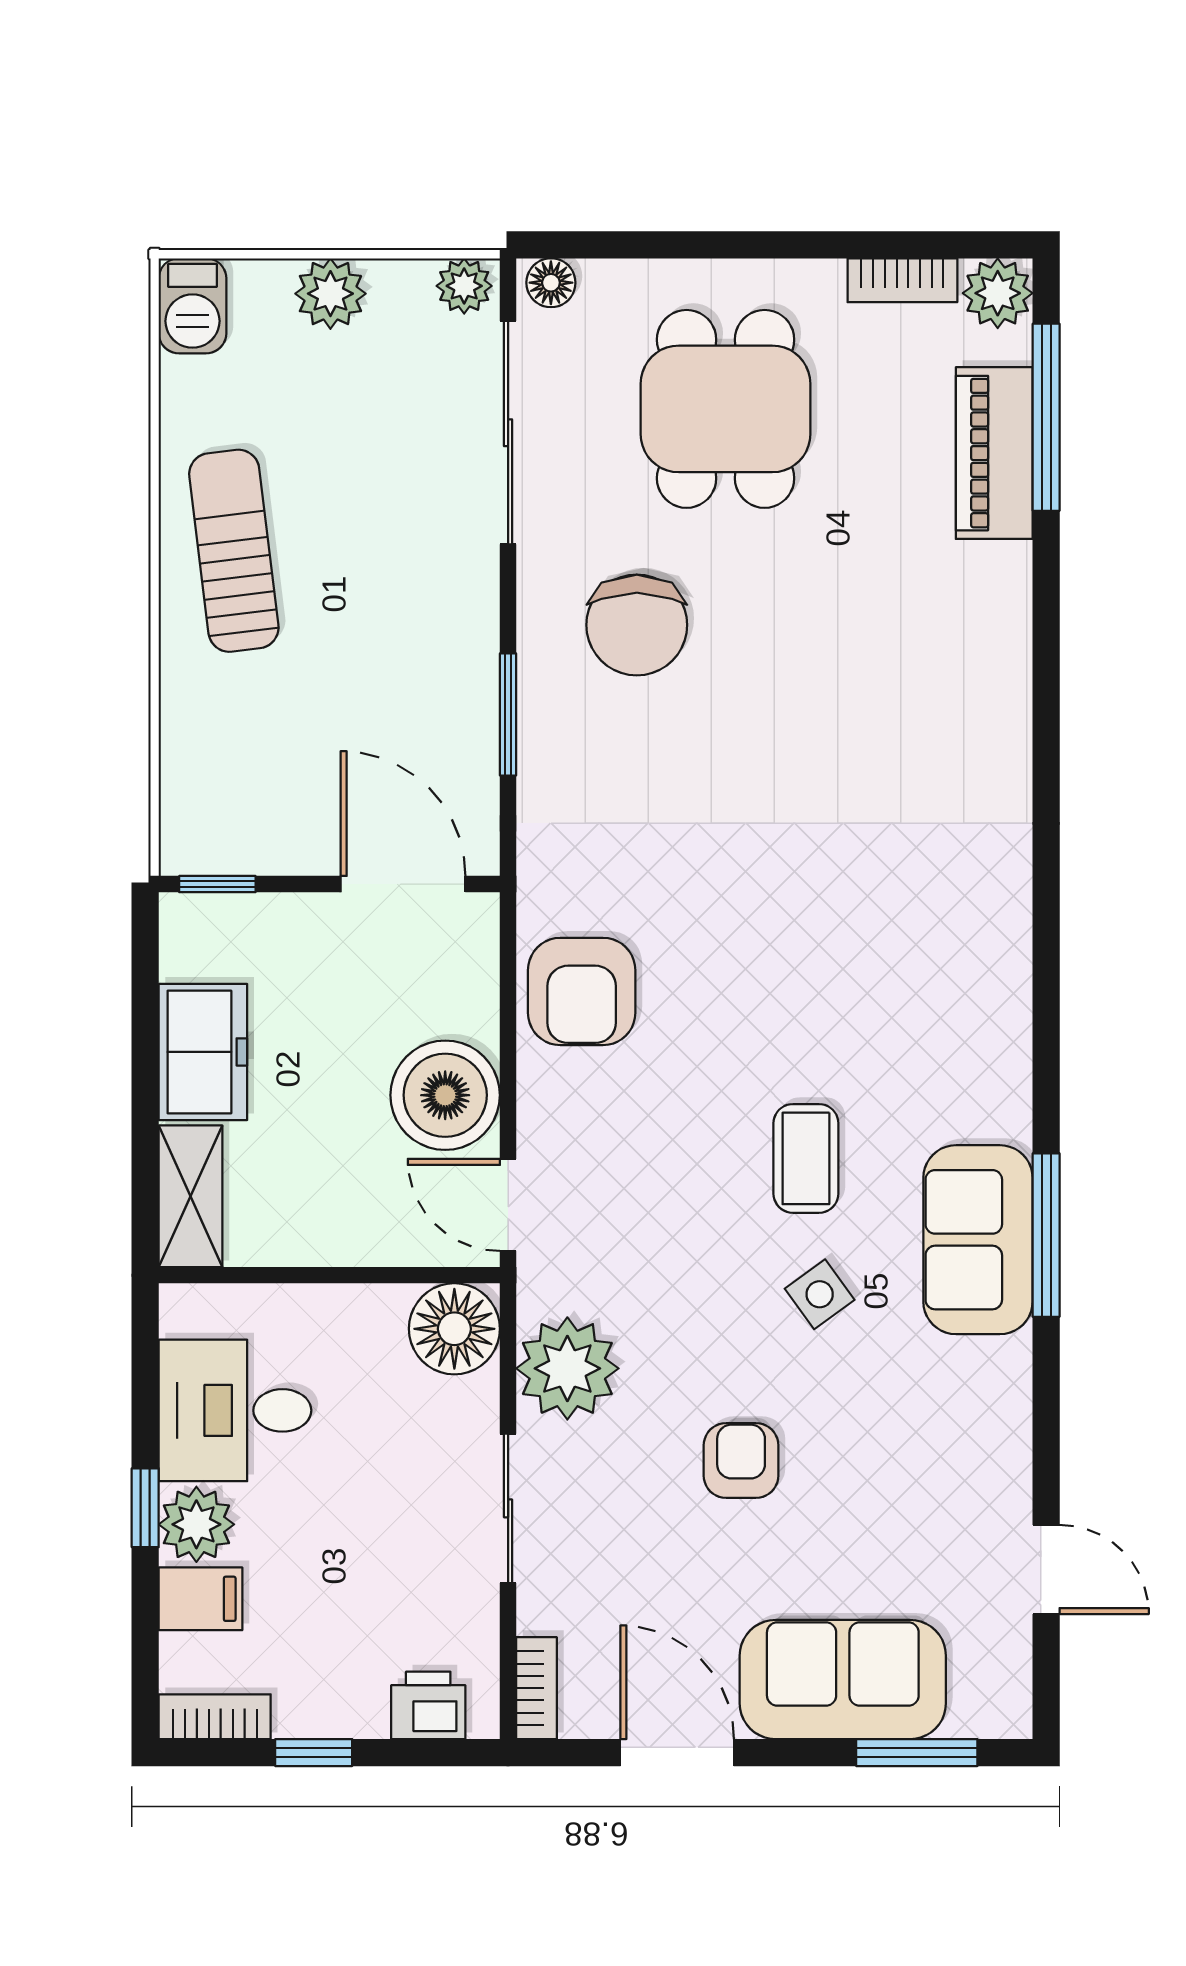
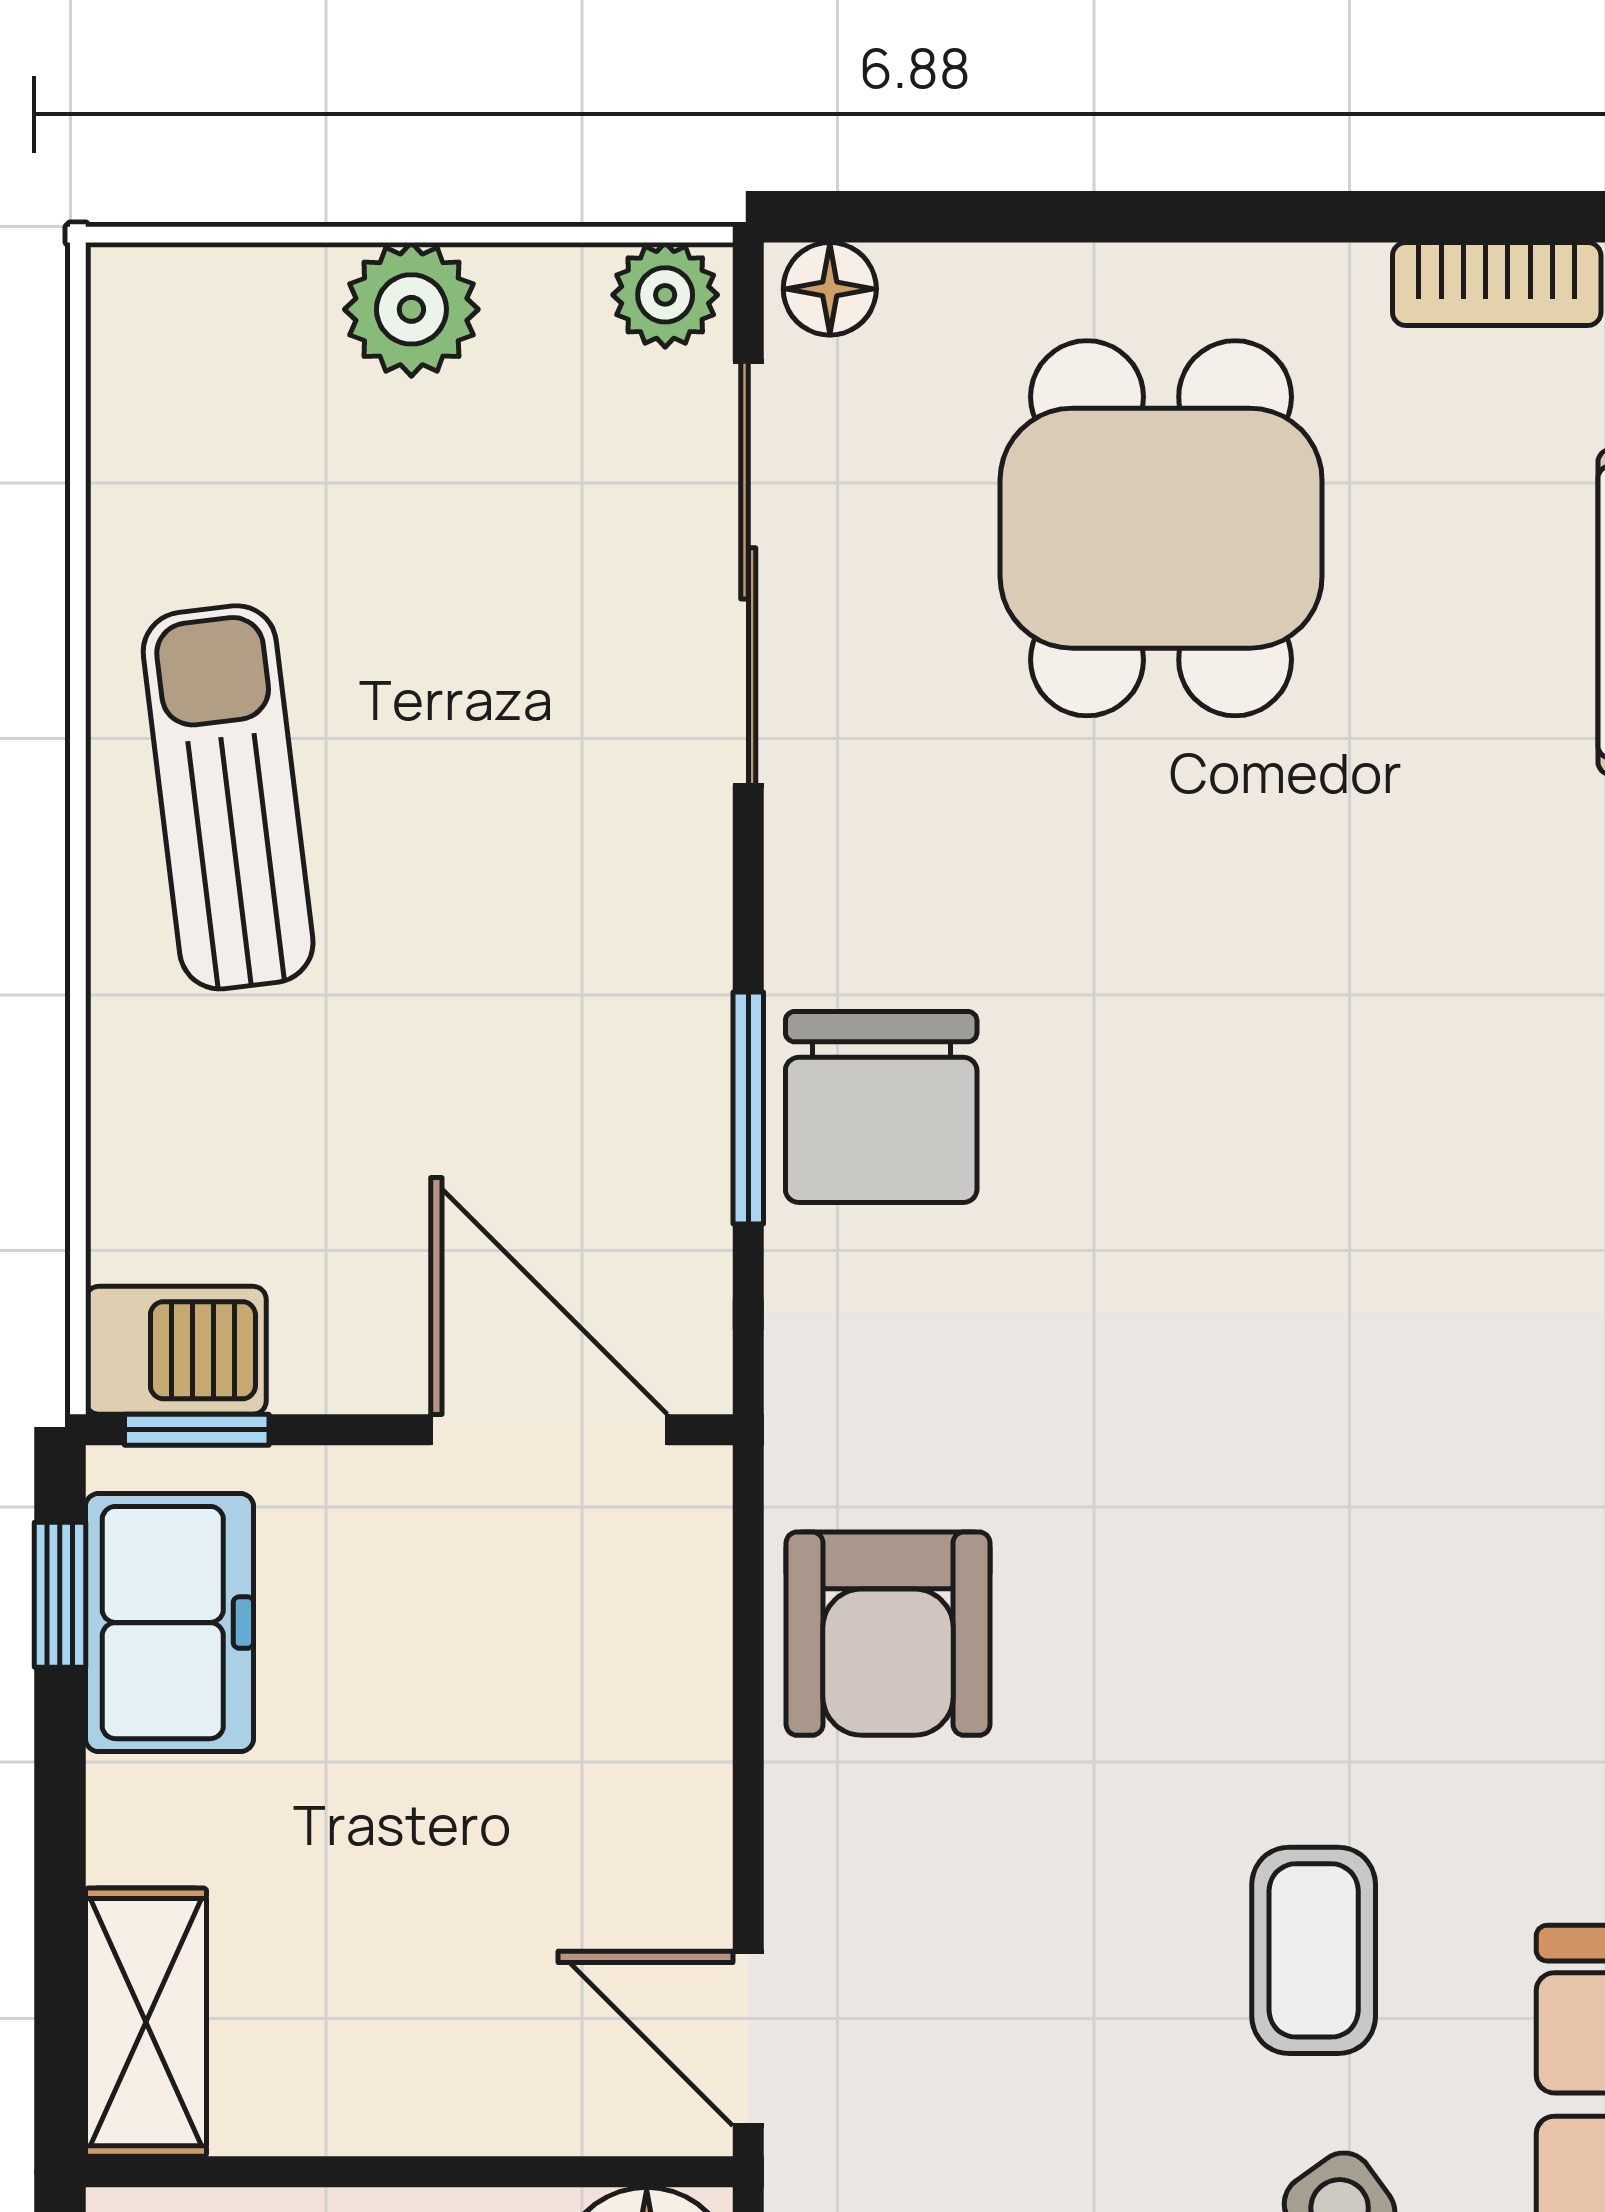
barbecue: (192, 306) -> (176, 1350), moved, turned -90
chair: (637, 625) -> (881, 1107), moved
window: (145, 971) -> (60, 1595), added
freezer: (203, 1052) -> (170, 1623), moved
boiler: (445, 1095) -> (629, 1830), removed

